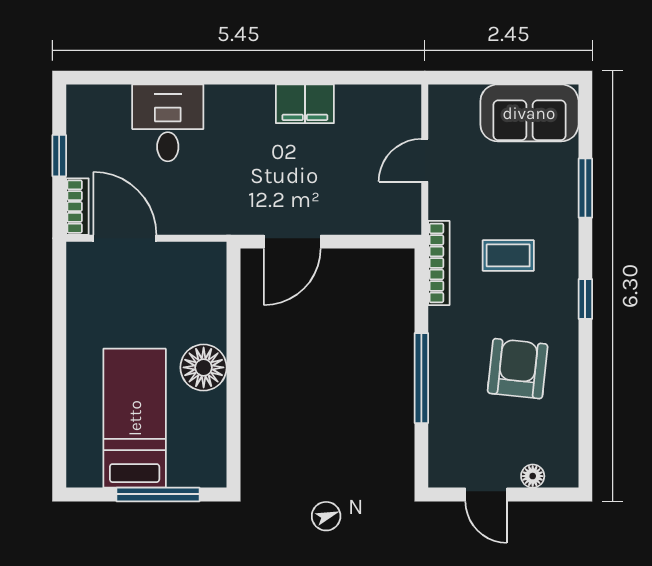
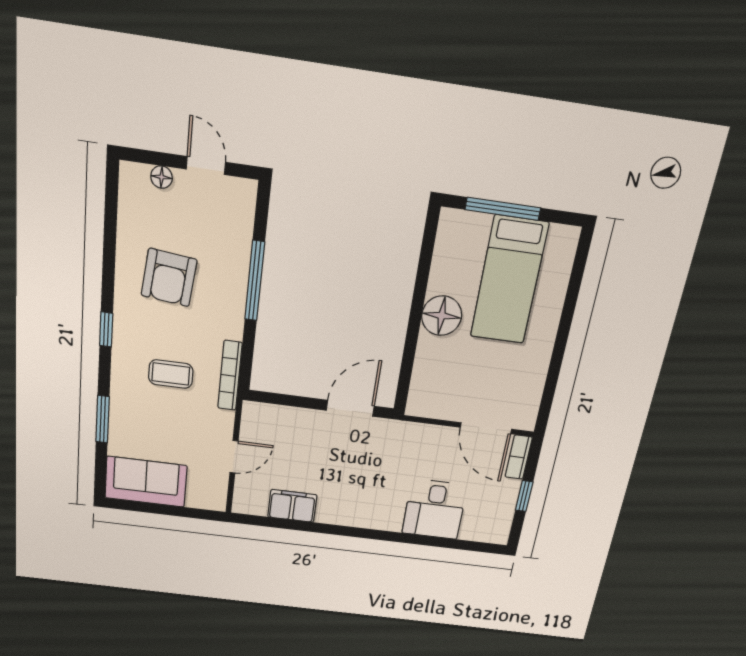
filing cabinet: (305, 104) -> (292, 506), moved

